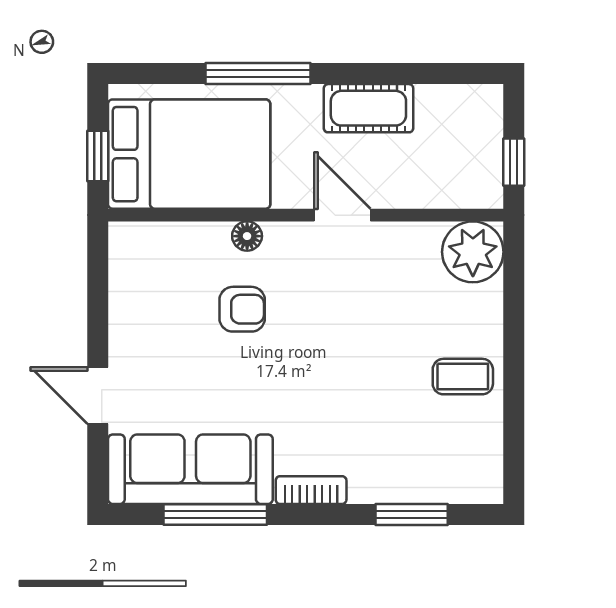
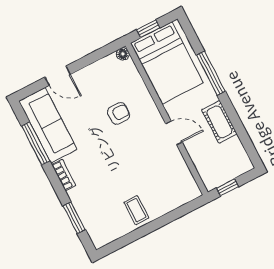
door: (342, 215) -> (174, 133), hinge flipped
floor lamp: (247, 236) -> (123, 54), moved
plant: (473, 252) -> (186, 189), removed
armchair: (242, 309) -> (119, 113), turned -90
door: (98, 396) -> (58, 76), swing flipped

